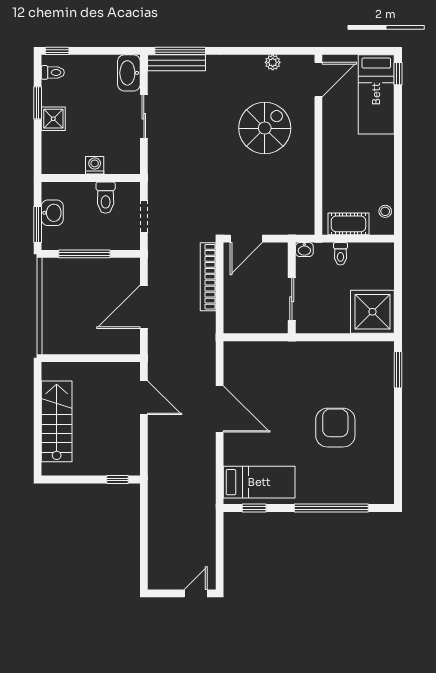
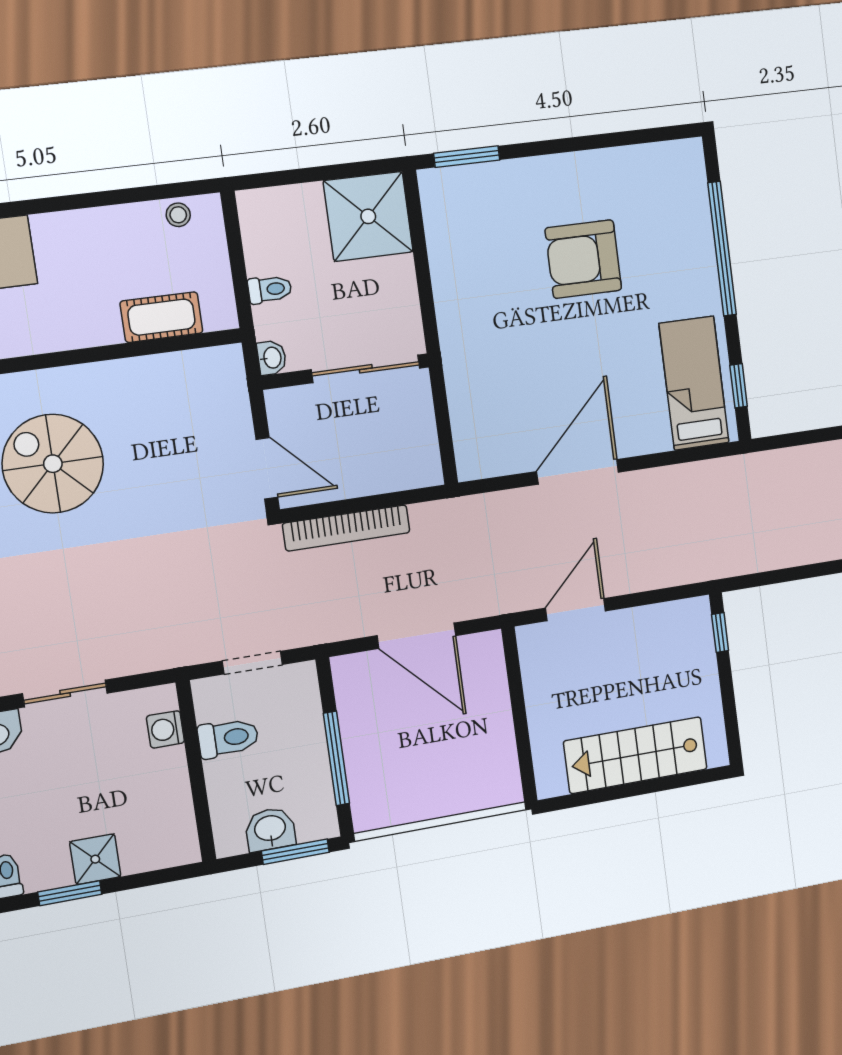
washing machine: (95, 165) -> (165, 729), moved
cot: (348, 224) -> (161, 317), moved, turned 90
sliding door: (292, 299) -> (366, 369), width x1.37

